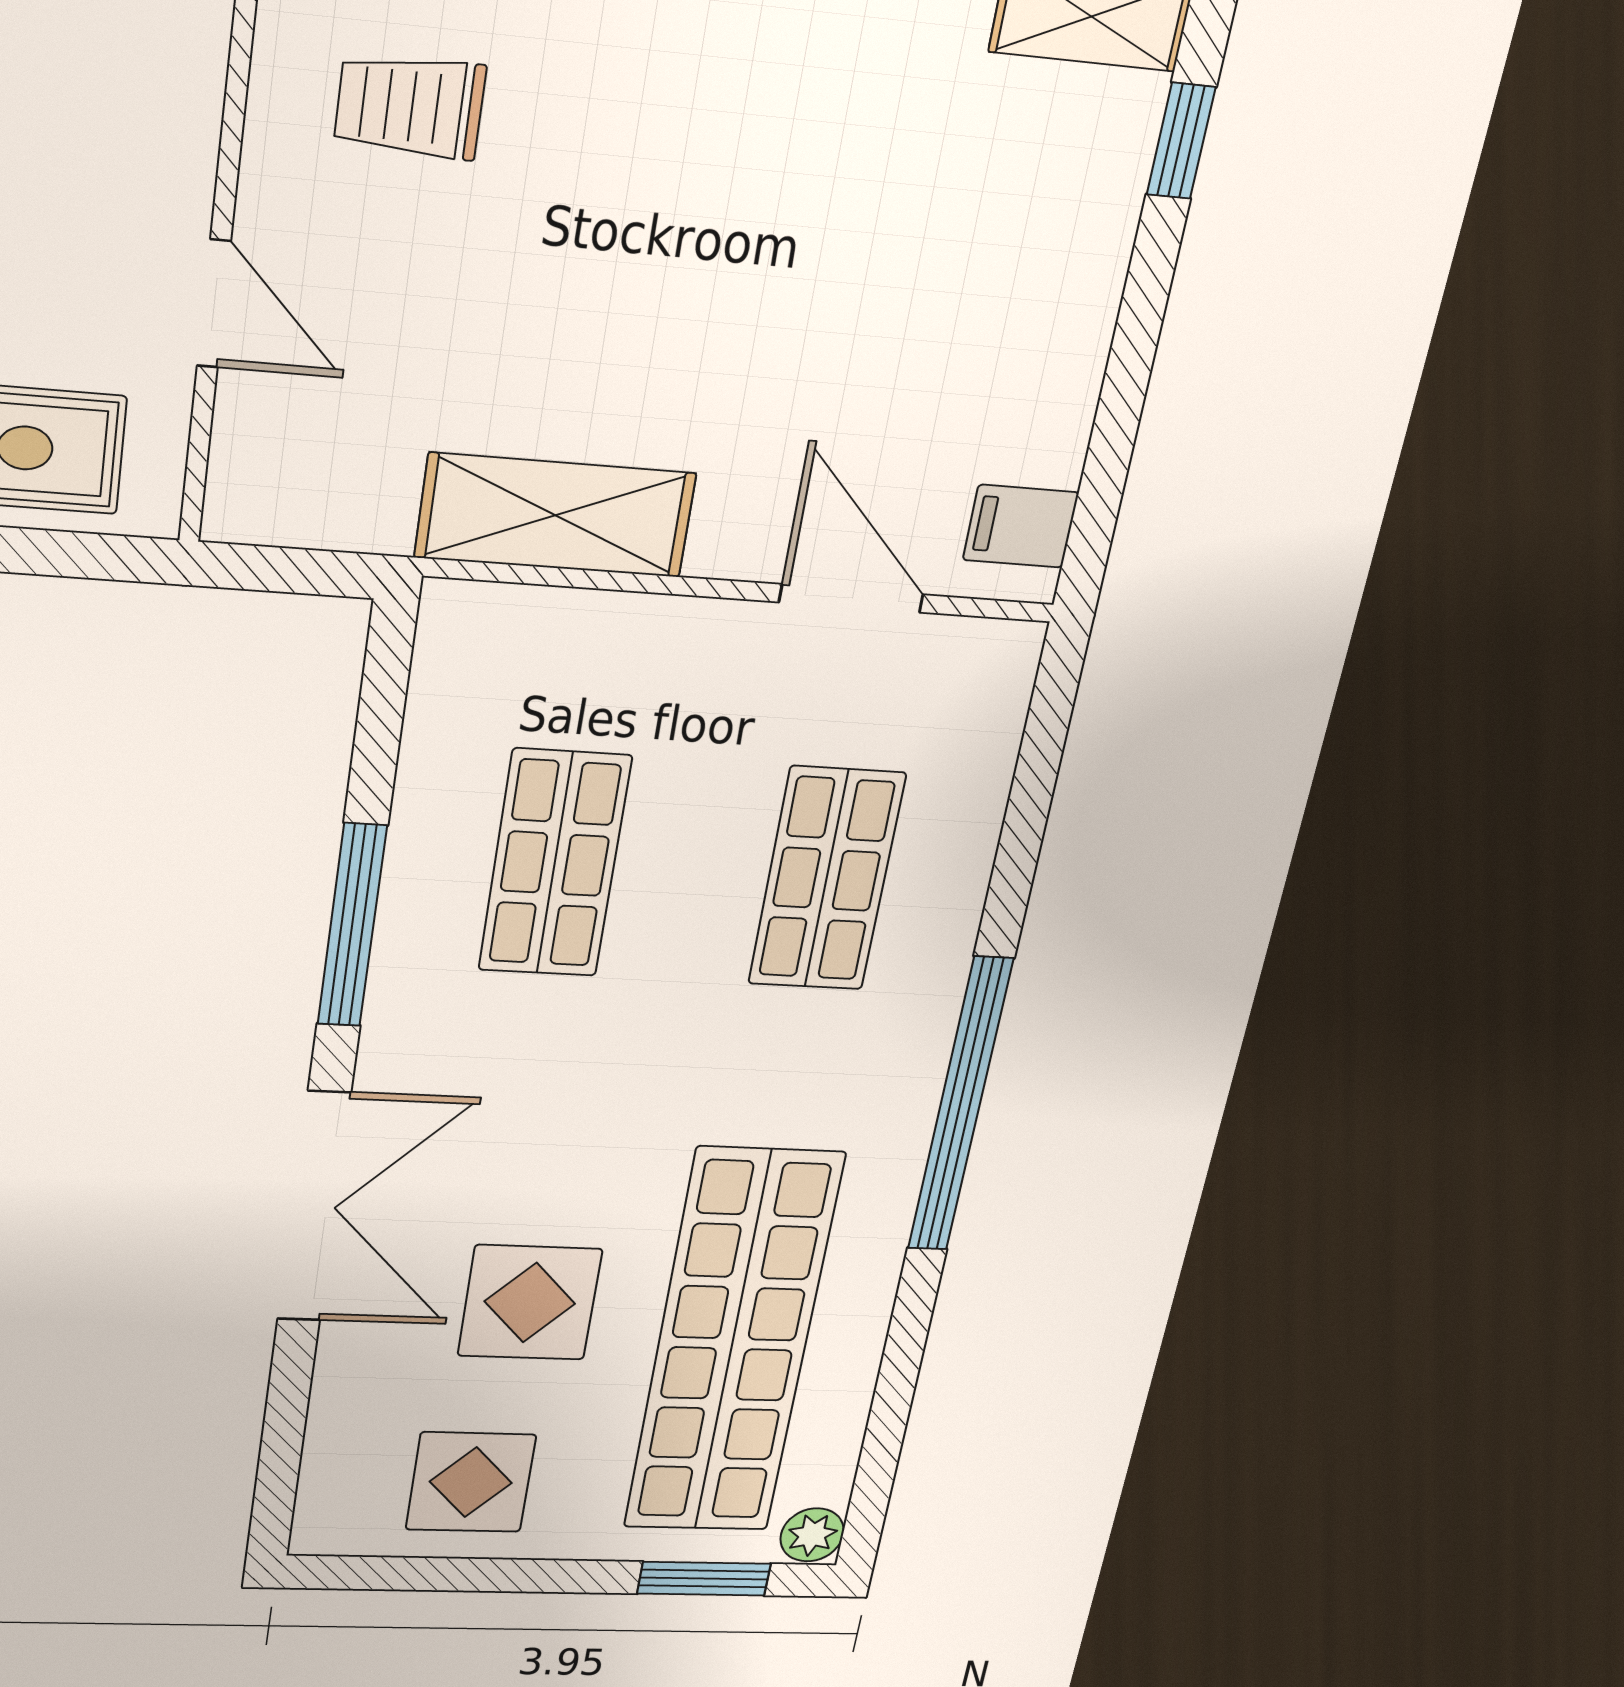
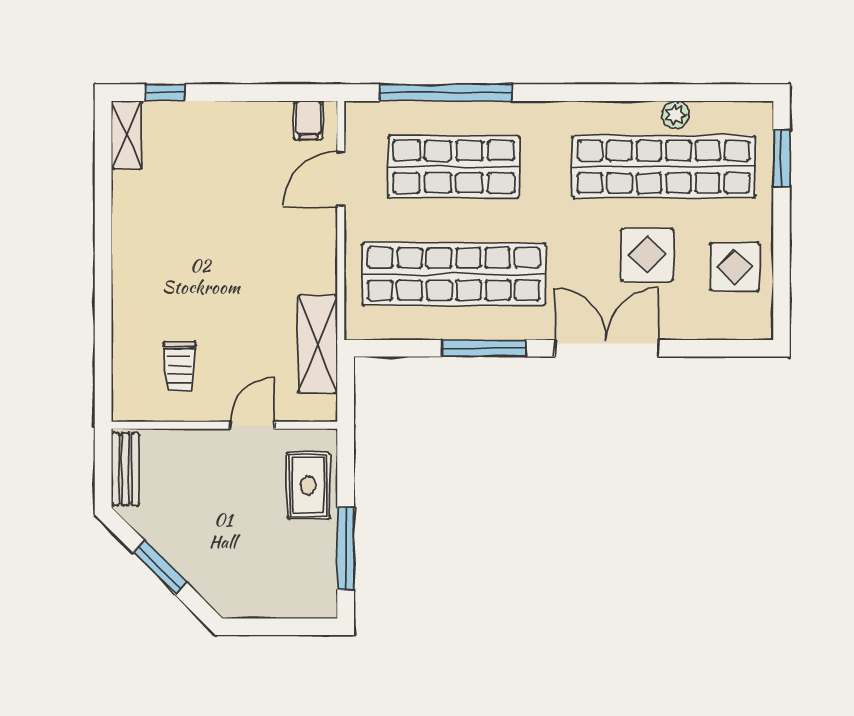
shelving: (555, 515) -> (318, 344), moved
shop shelf: (555, 864) -> (454, 274), width x2.00, depth x1.36
shop shelf: (827, 879) -> (454, 167), width x1.43, depth x1.36
window: (960, 1106) -> (446, 93), moved
plant: (812, 1535) -> (675, 115), moved

